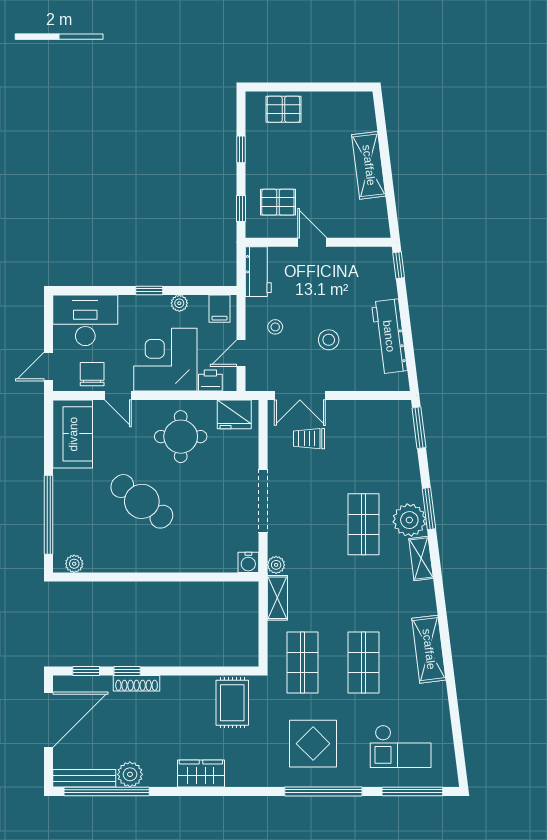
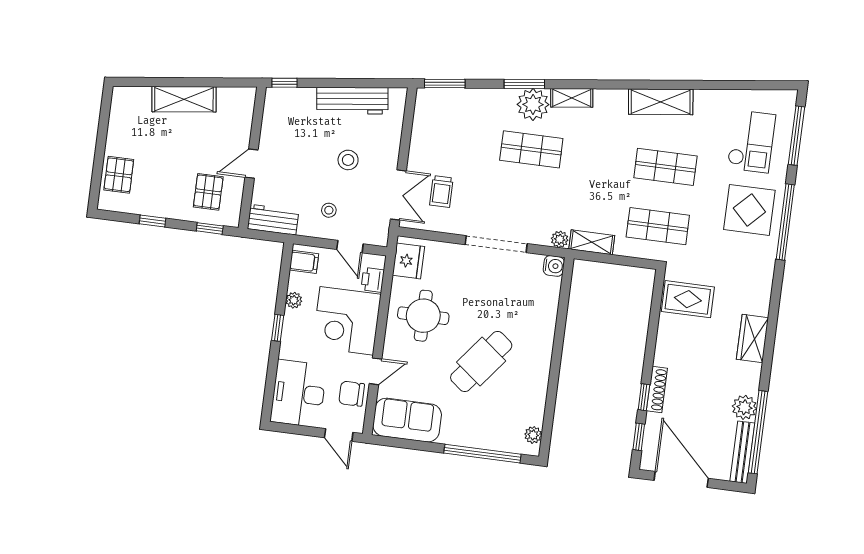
display table: (313, 744) -> (749, 210), moved

